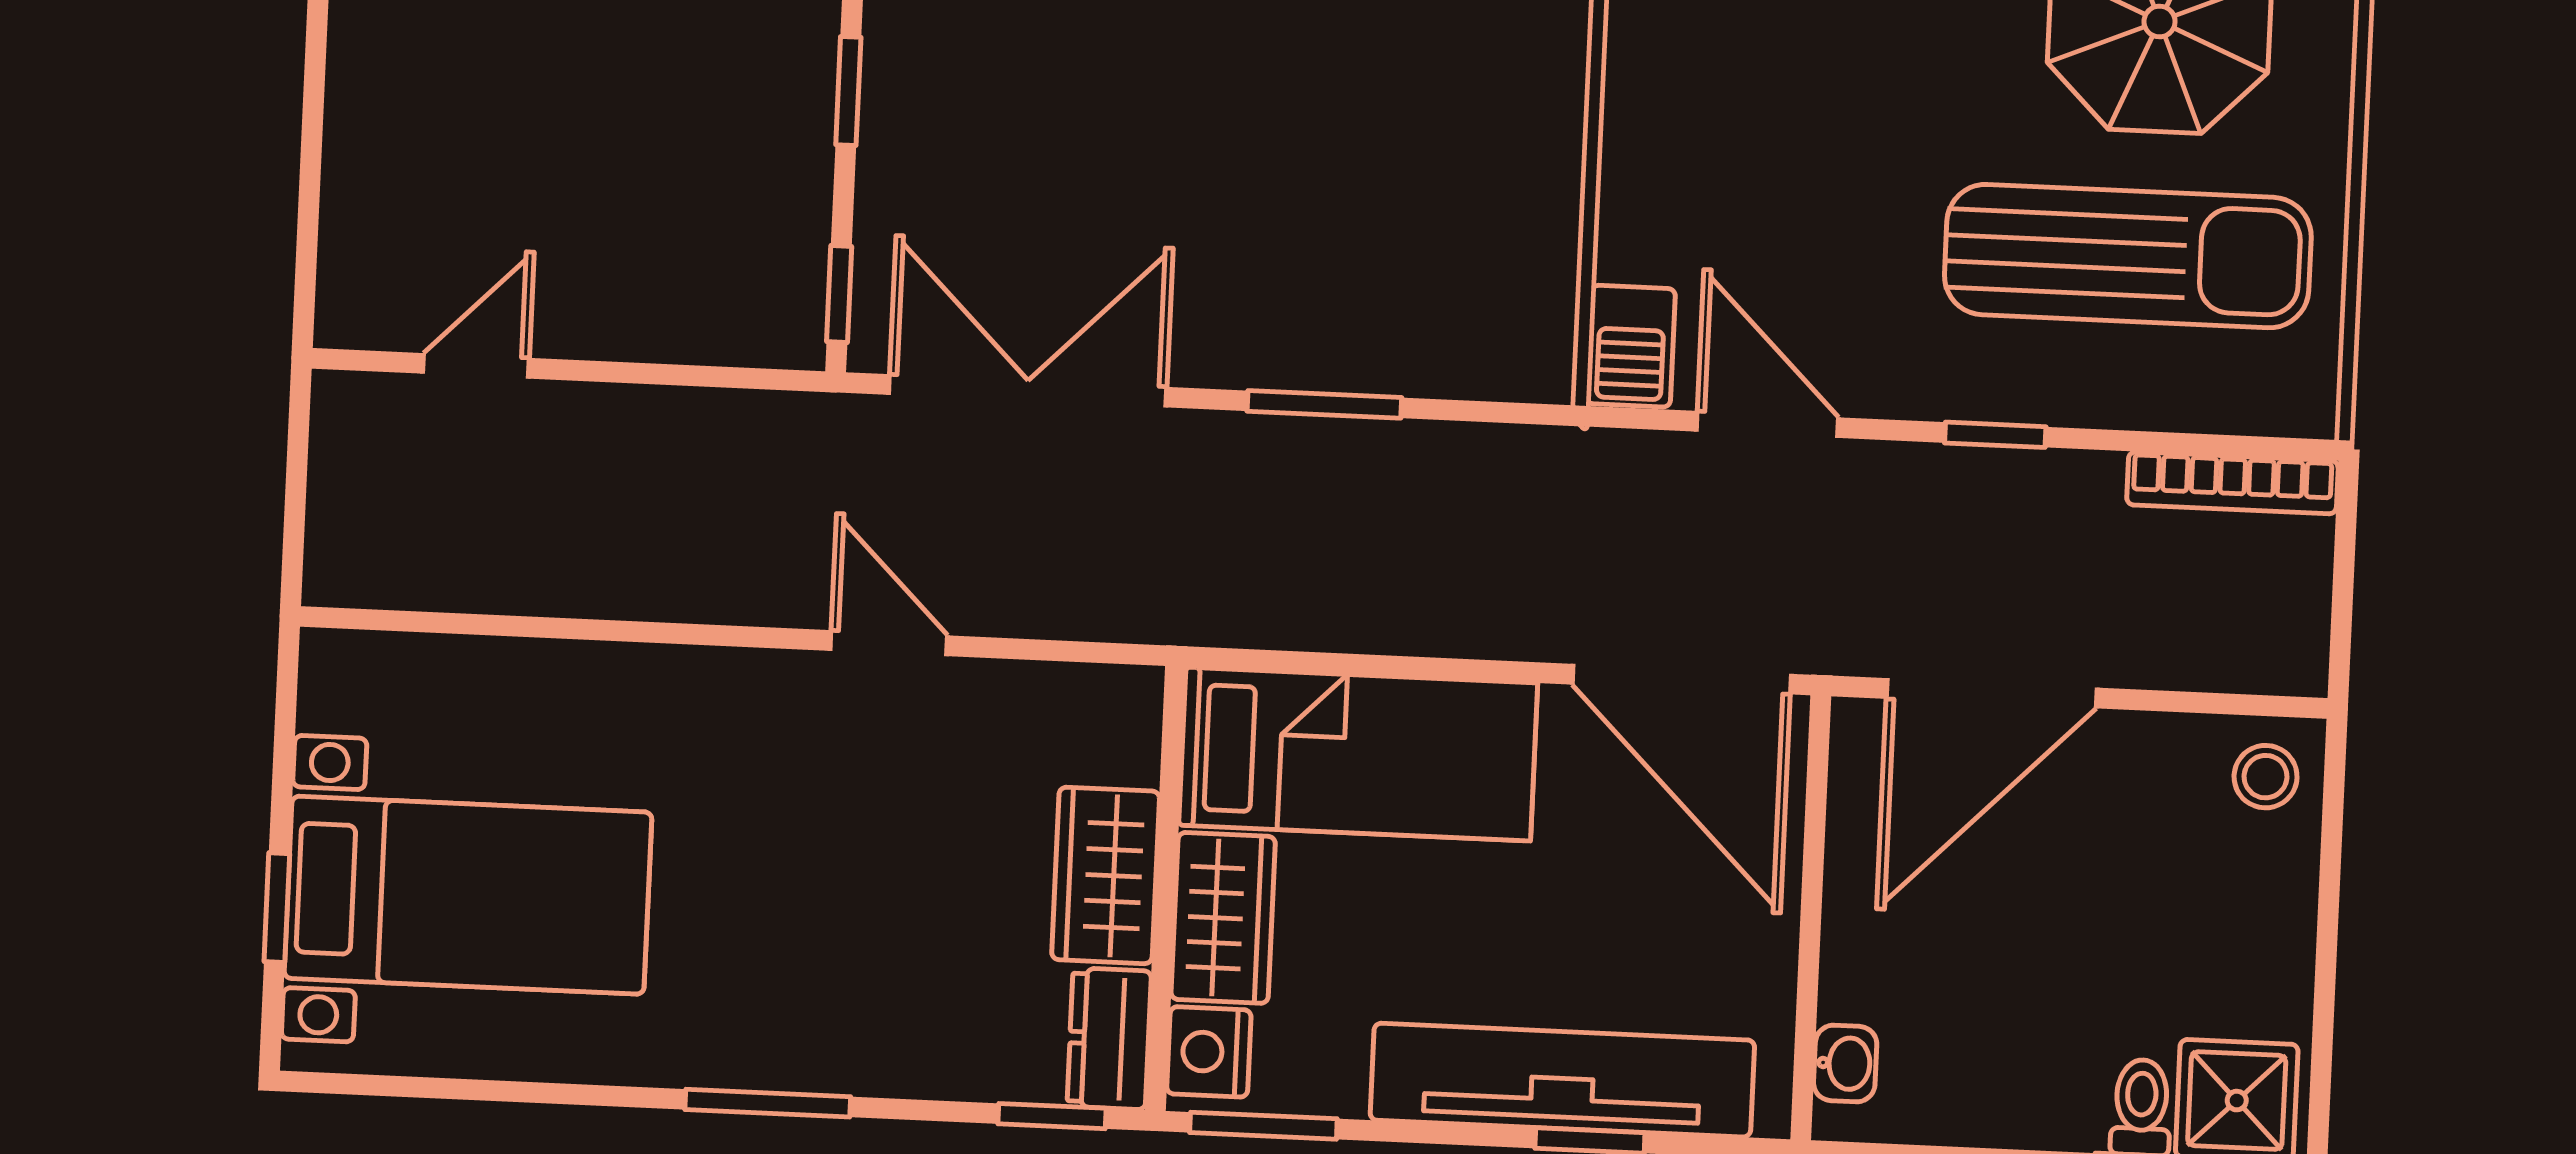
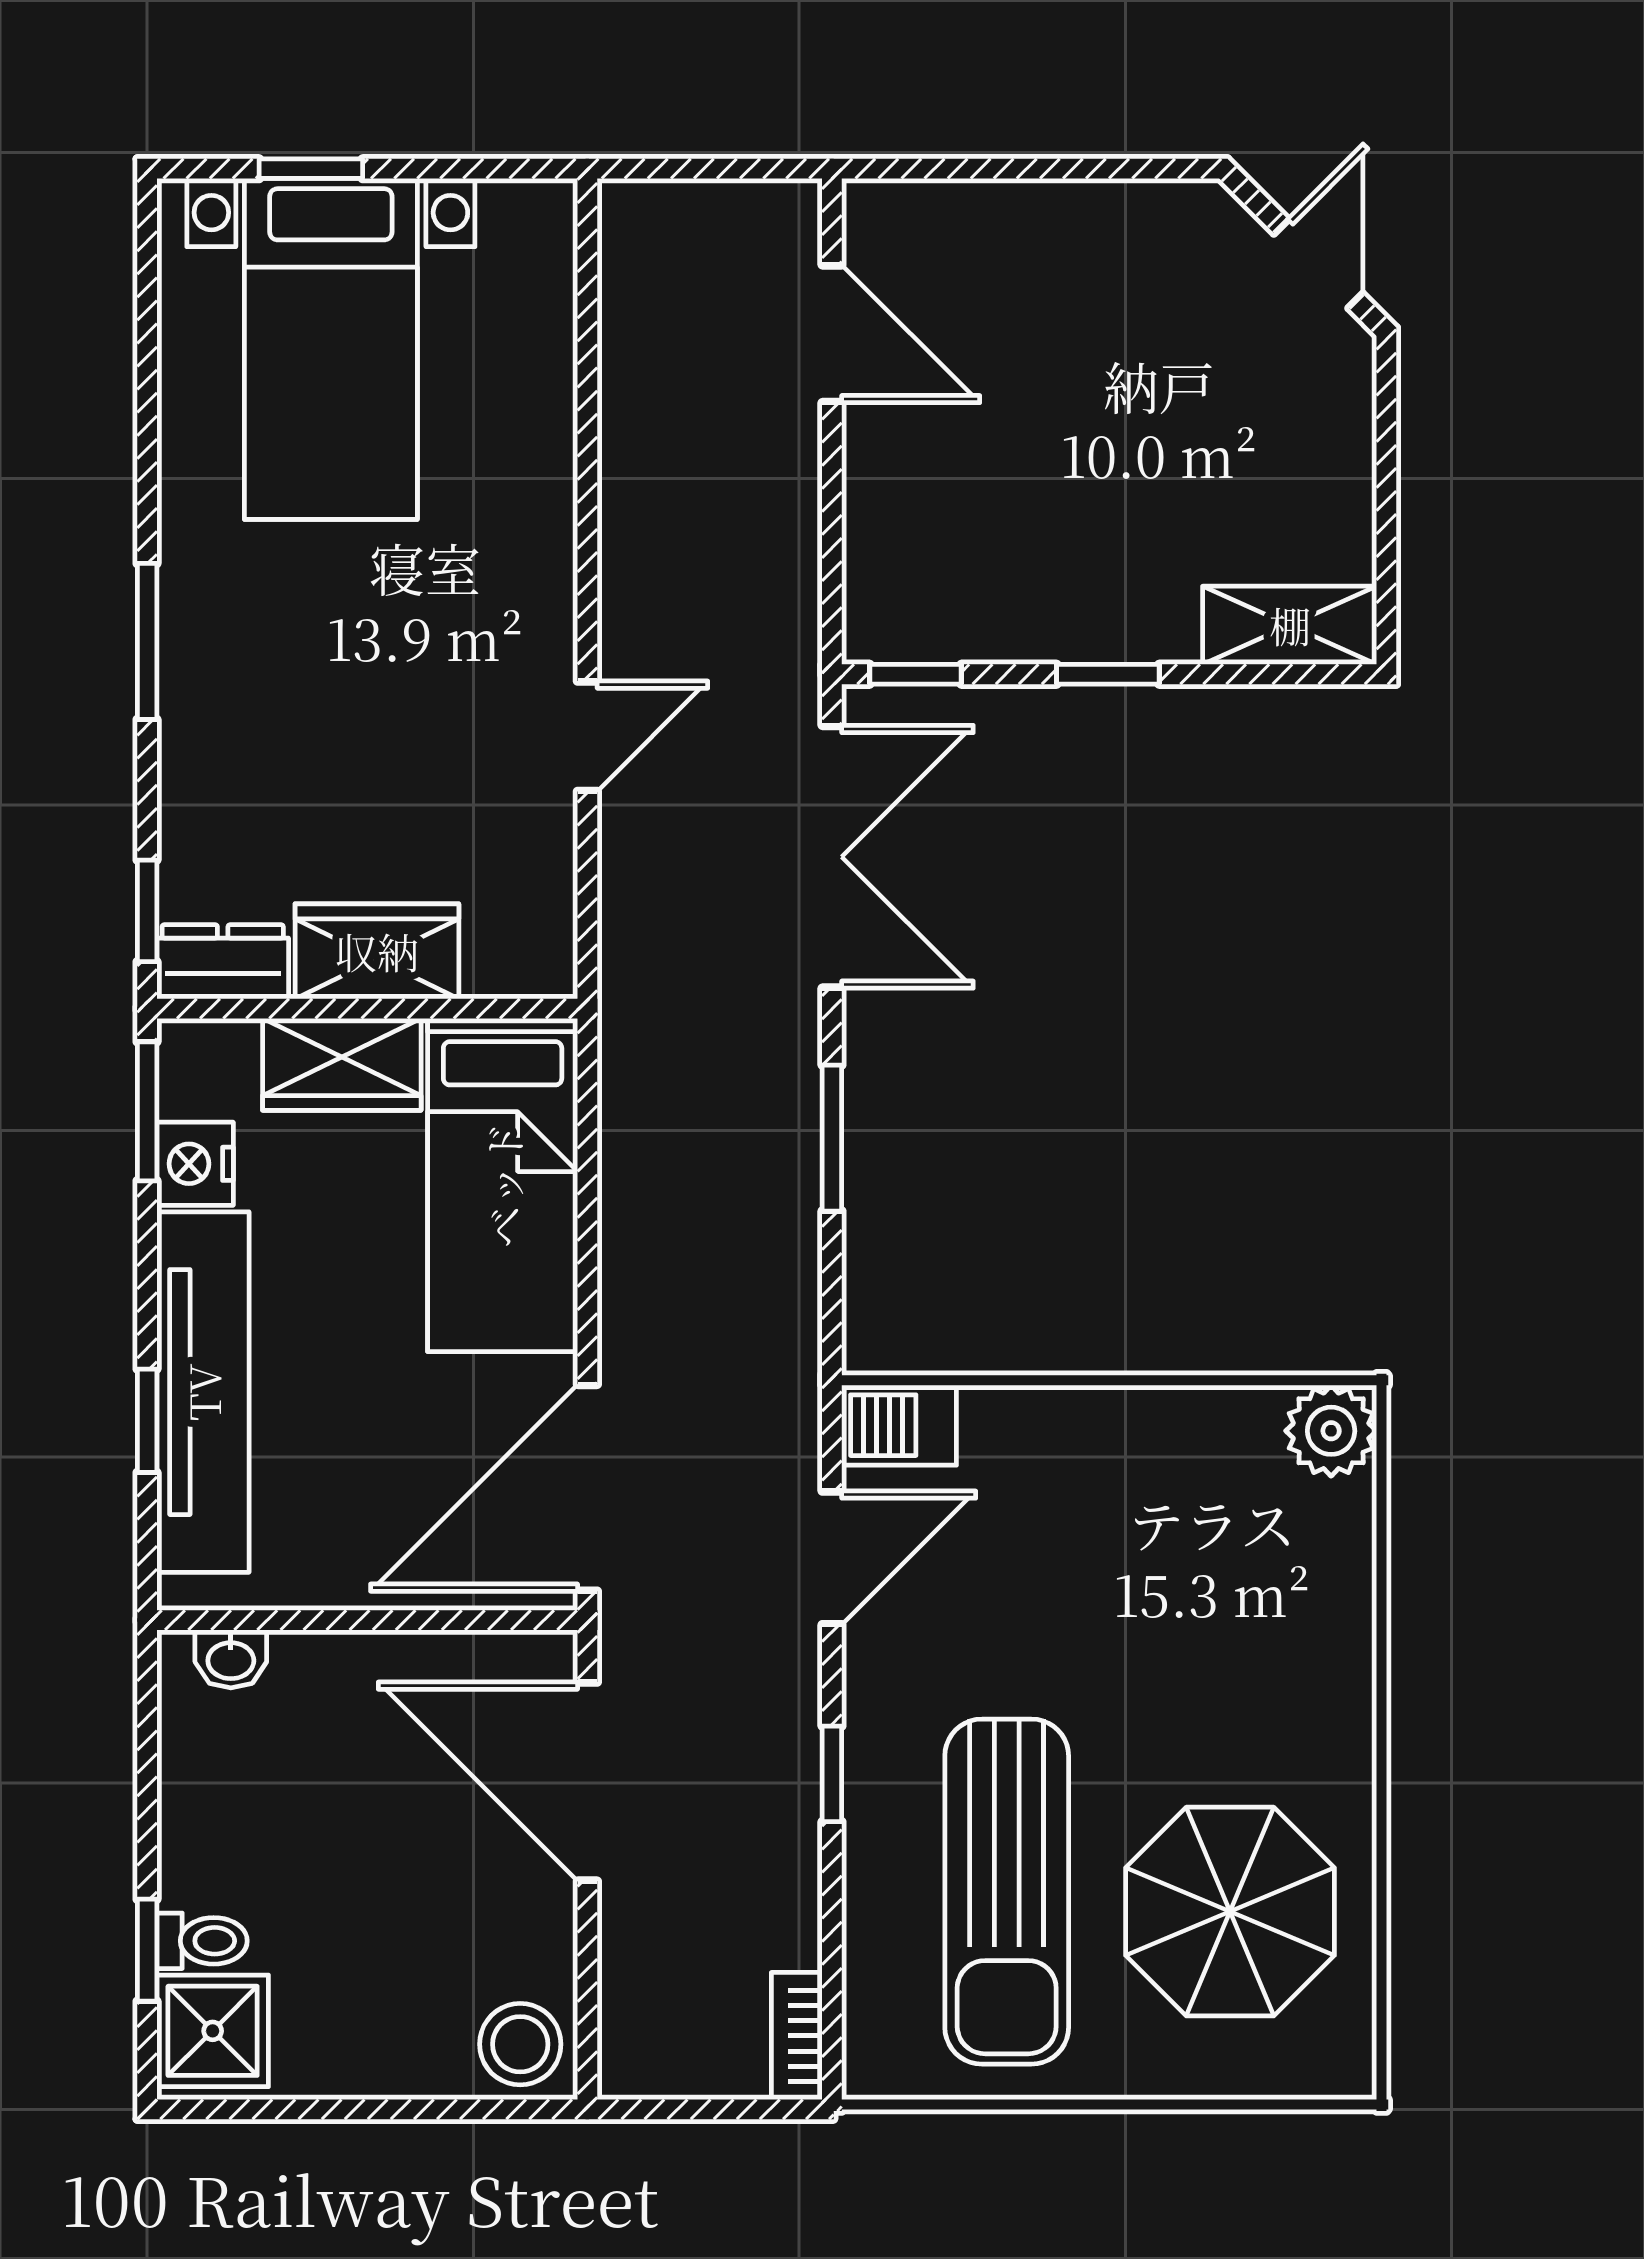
door: (476, 366) -> (832, 334), width x1.38
bookcase: (2232, 483) -> (797, 2036), width x0.64
stool: (2266, 777) -> (520, 2044), width x1.37, depth x1.37
nightstand: (1209, 1052) -> (195, 1164), moved, turned -90

